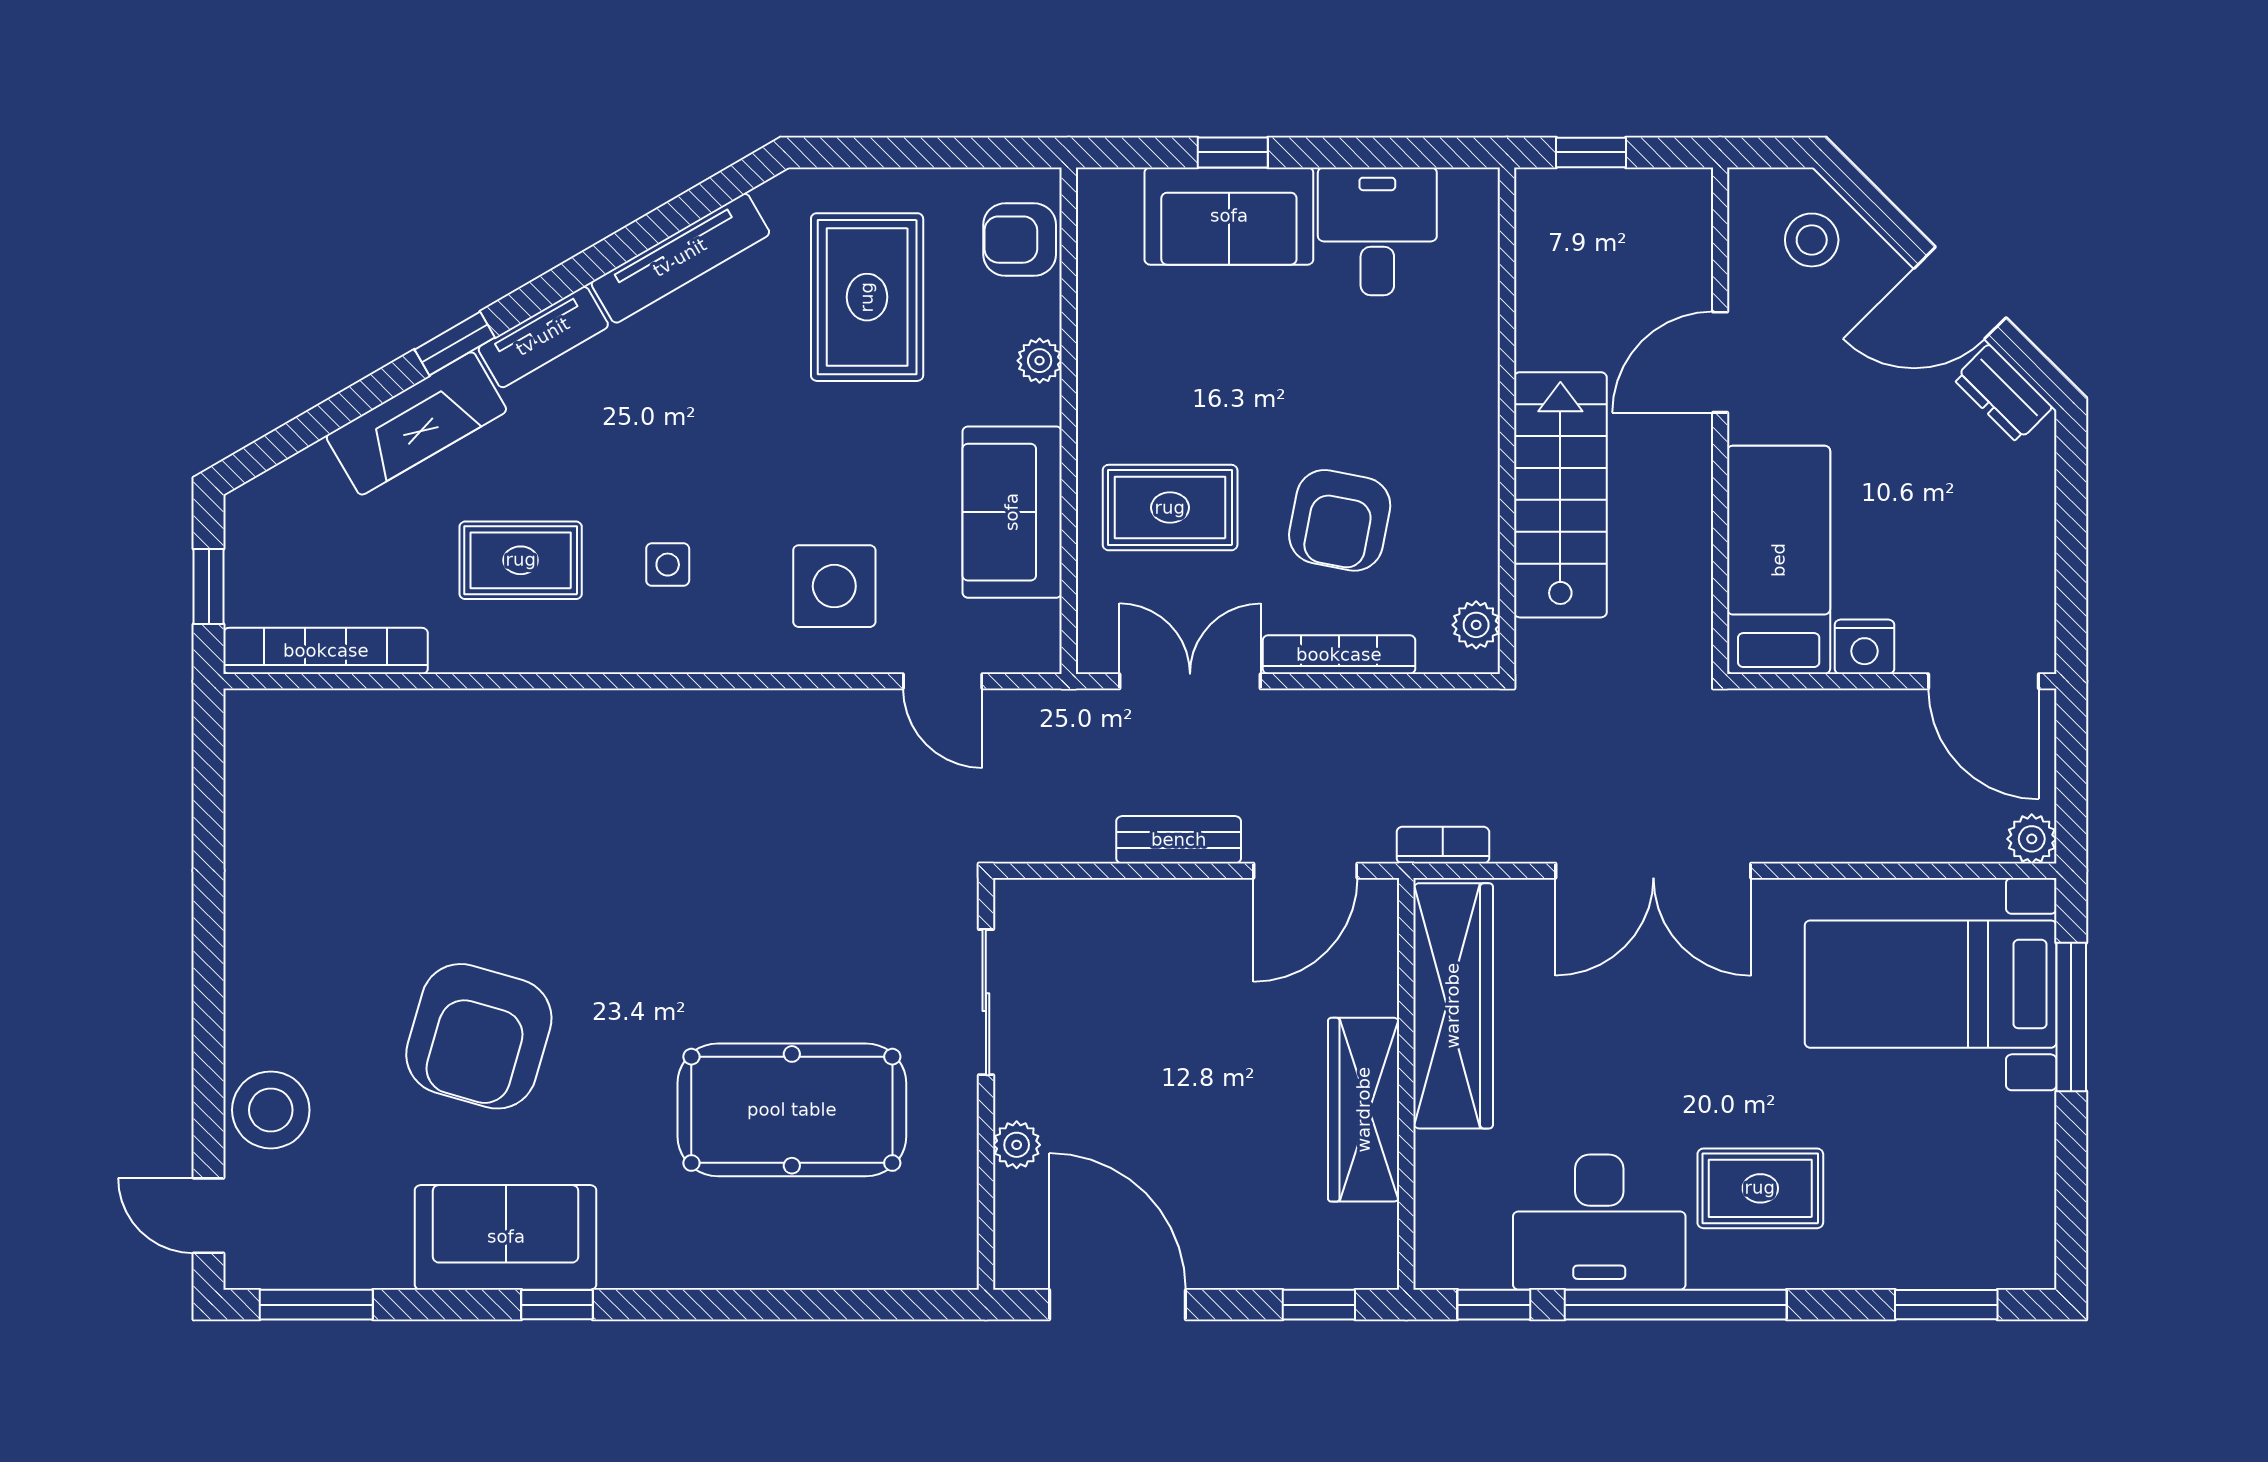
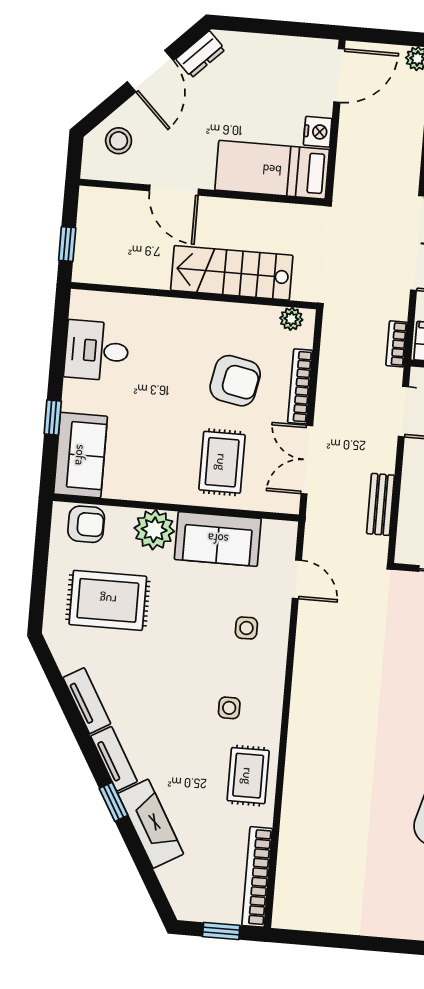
sofa: (1229, 216) -> (81, 455), moved
armchair: (1020, 240) -> (86, 524), turned -90
tv unit: (680, 258) -> (87, 701), width x0.71
plant: (1040, 361) -> (154, 530), width x1.88, depth x1.88
rug: (521, 560) -> (248, 776), moved
side table: (834, 586) -> (246, 628), width x0.54, depth x0.54
door: (943, 681) -> (297, 579), hinge flipped
bench: (1179, 840) -> (380, 504), moved

